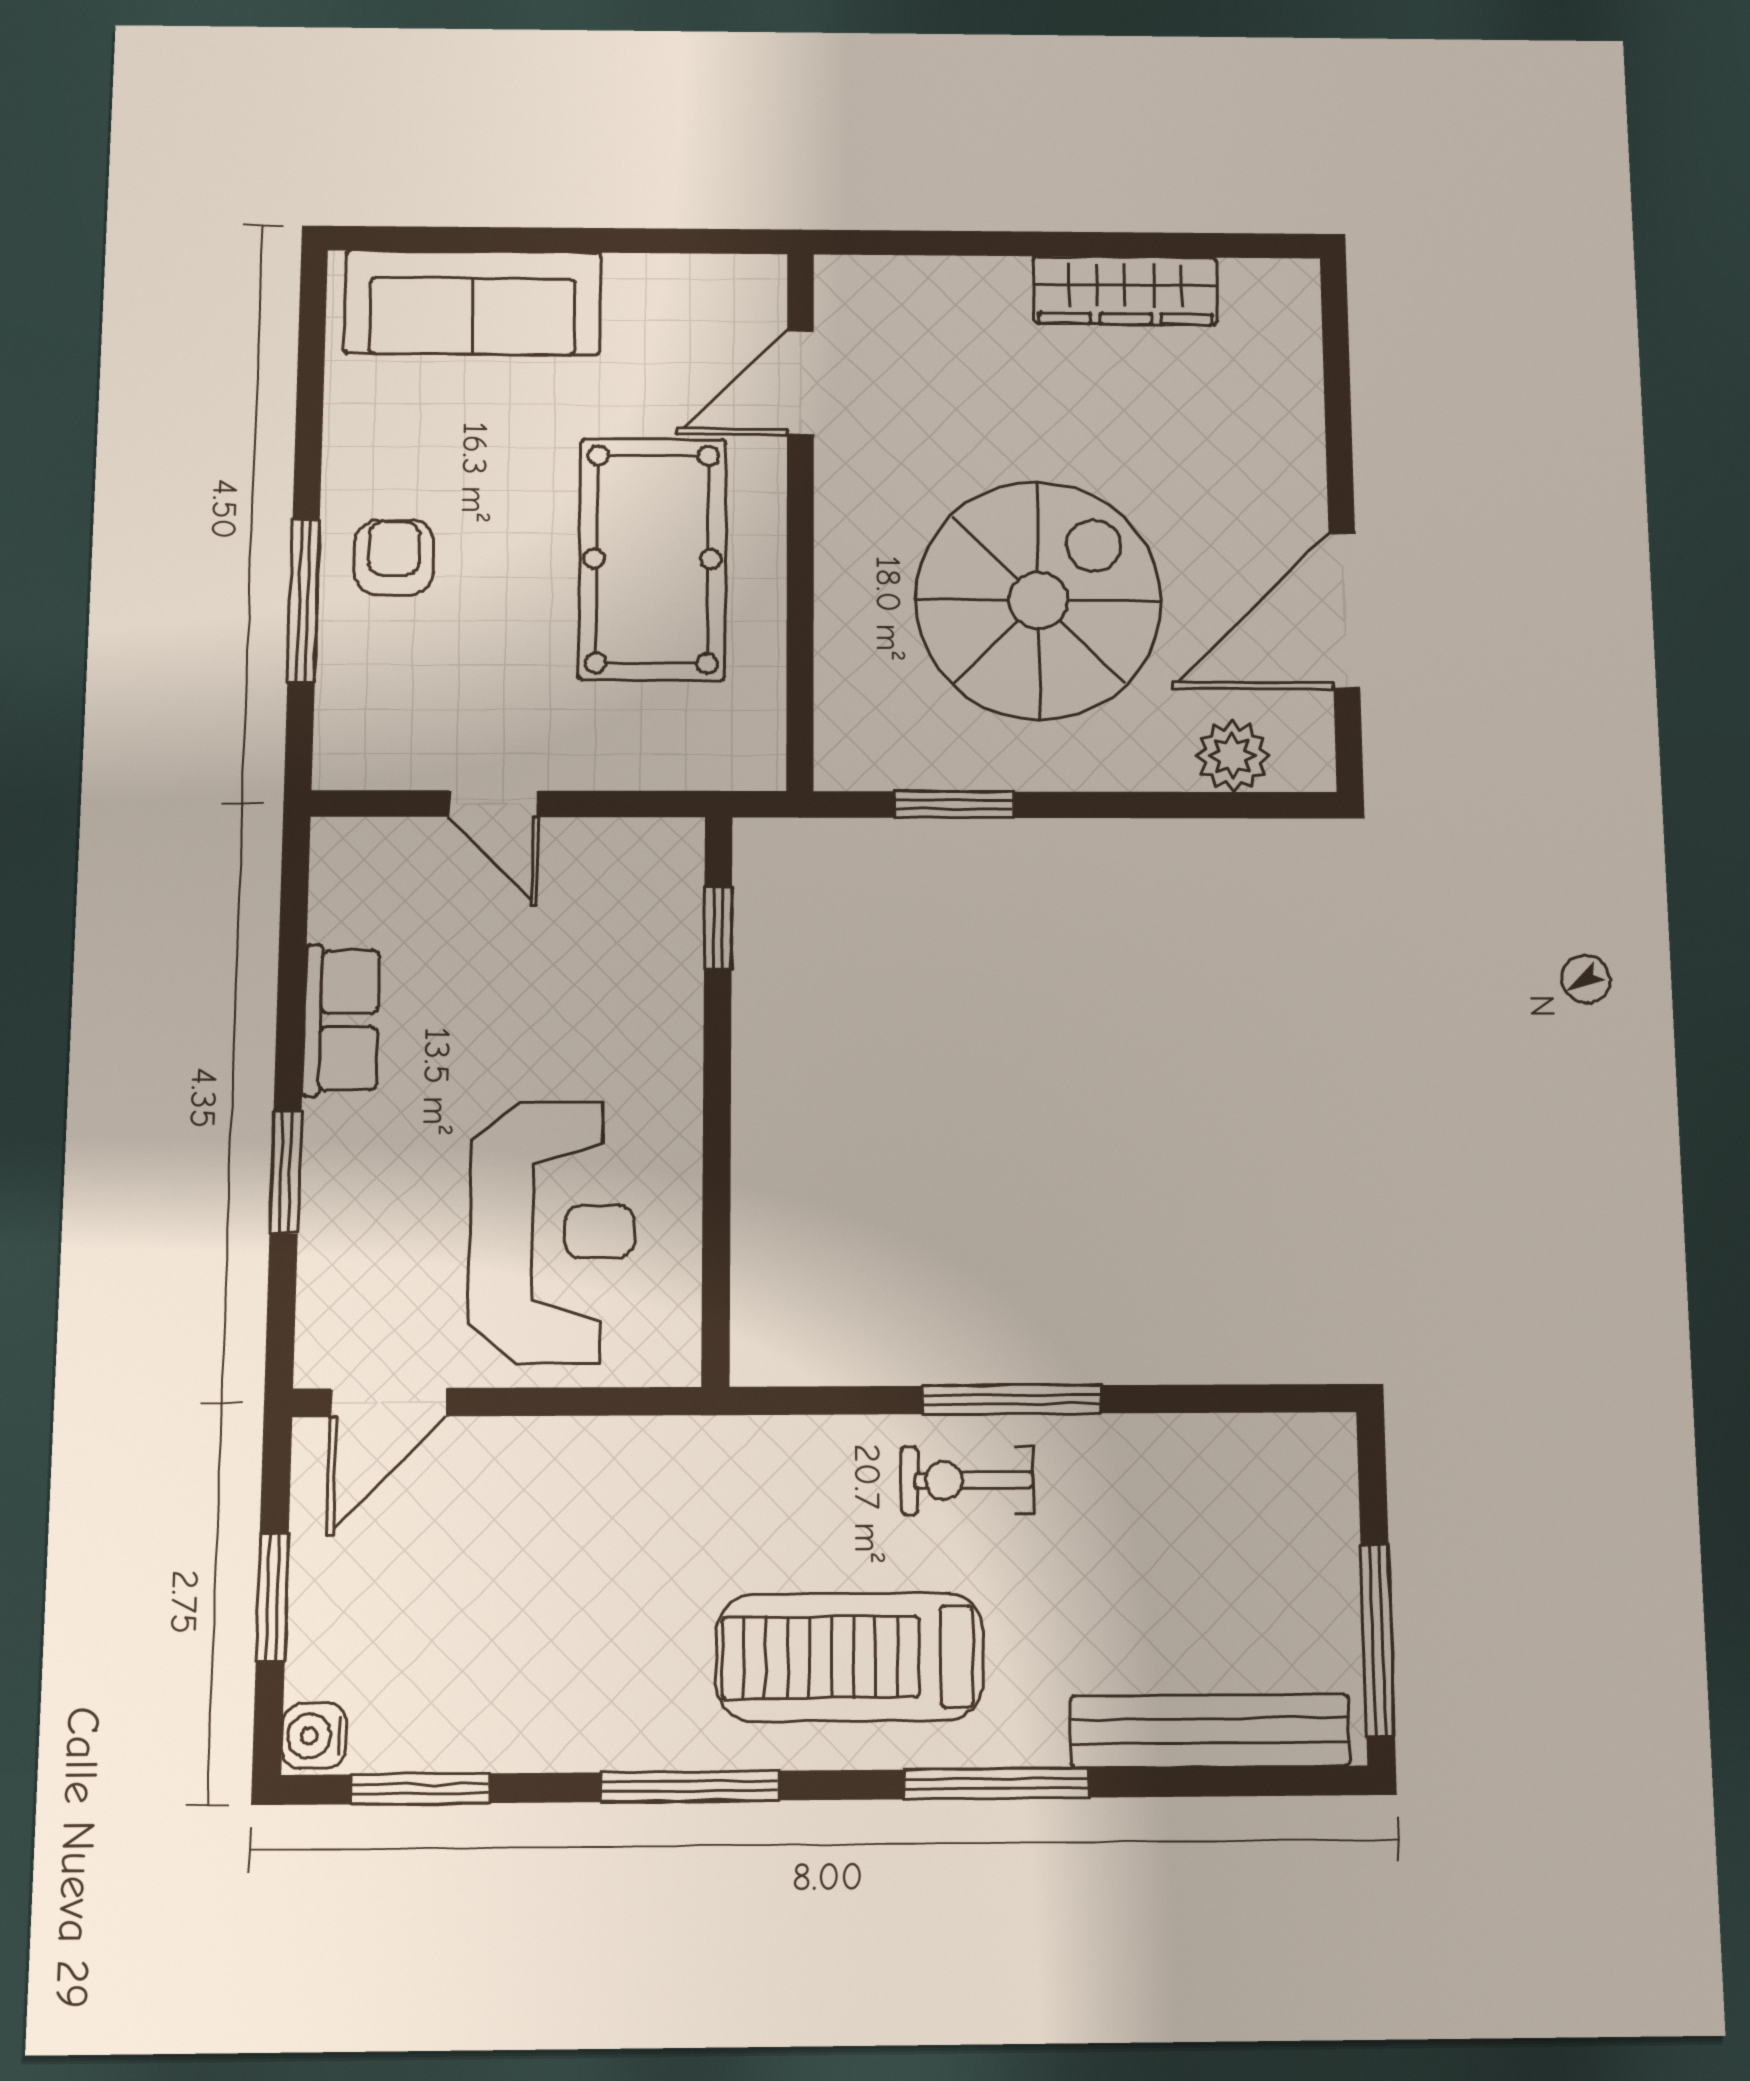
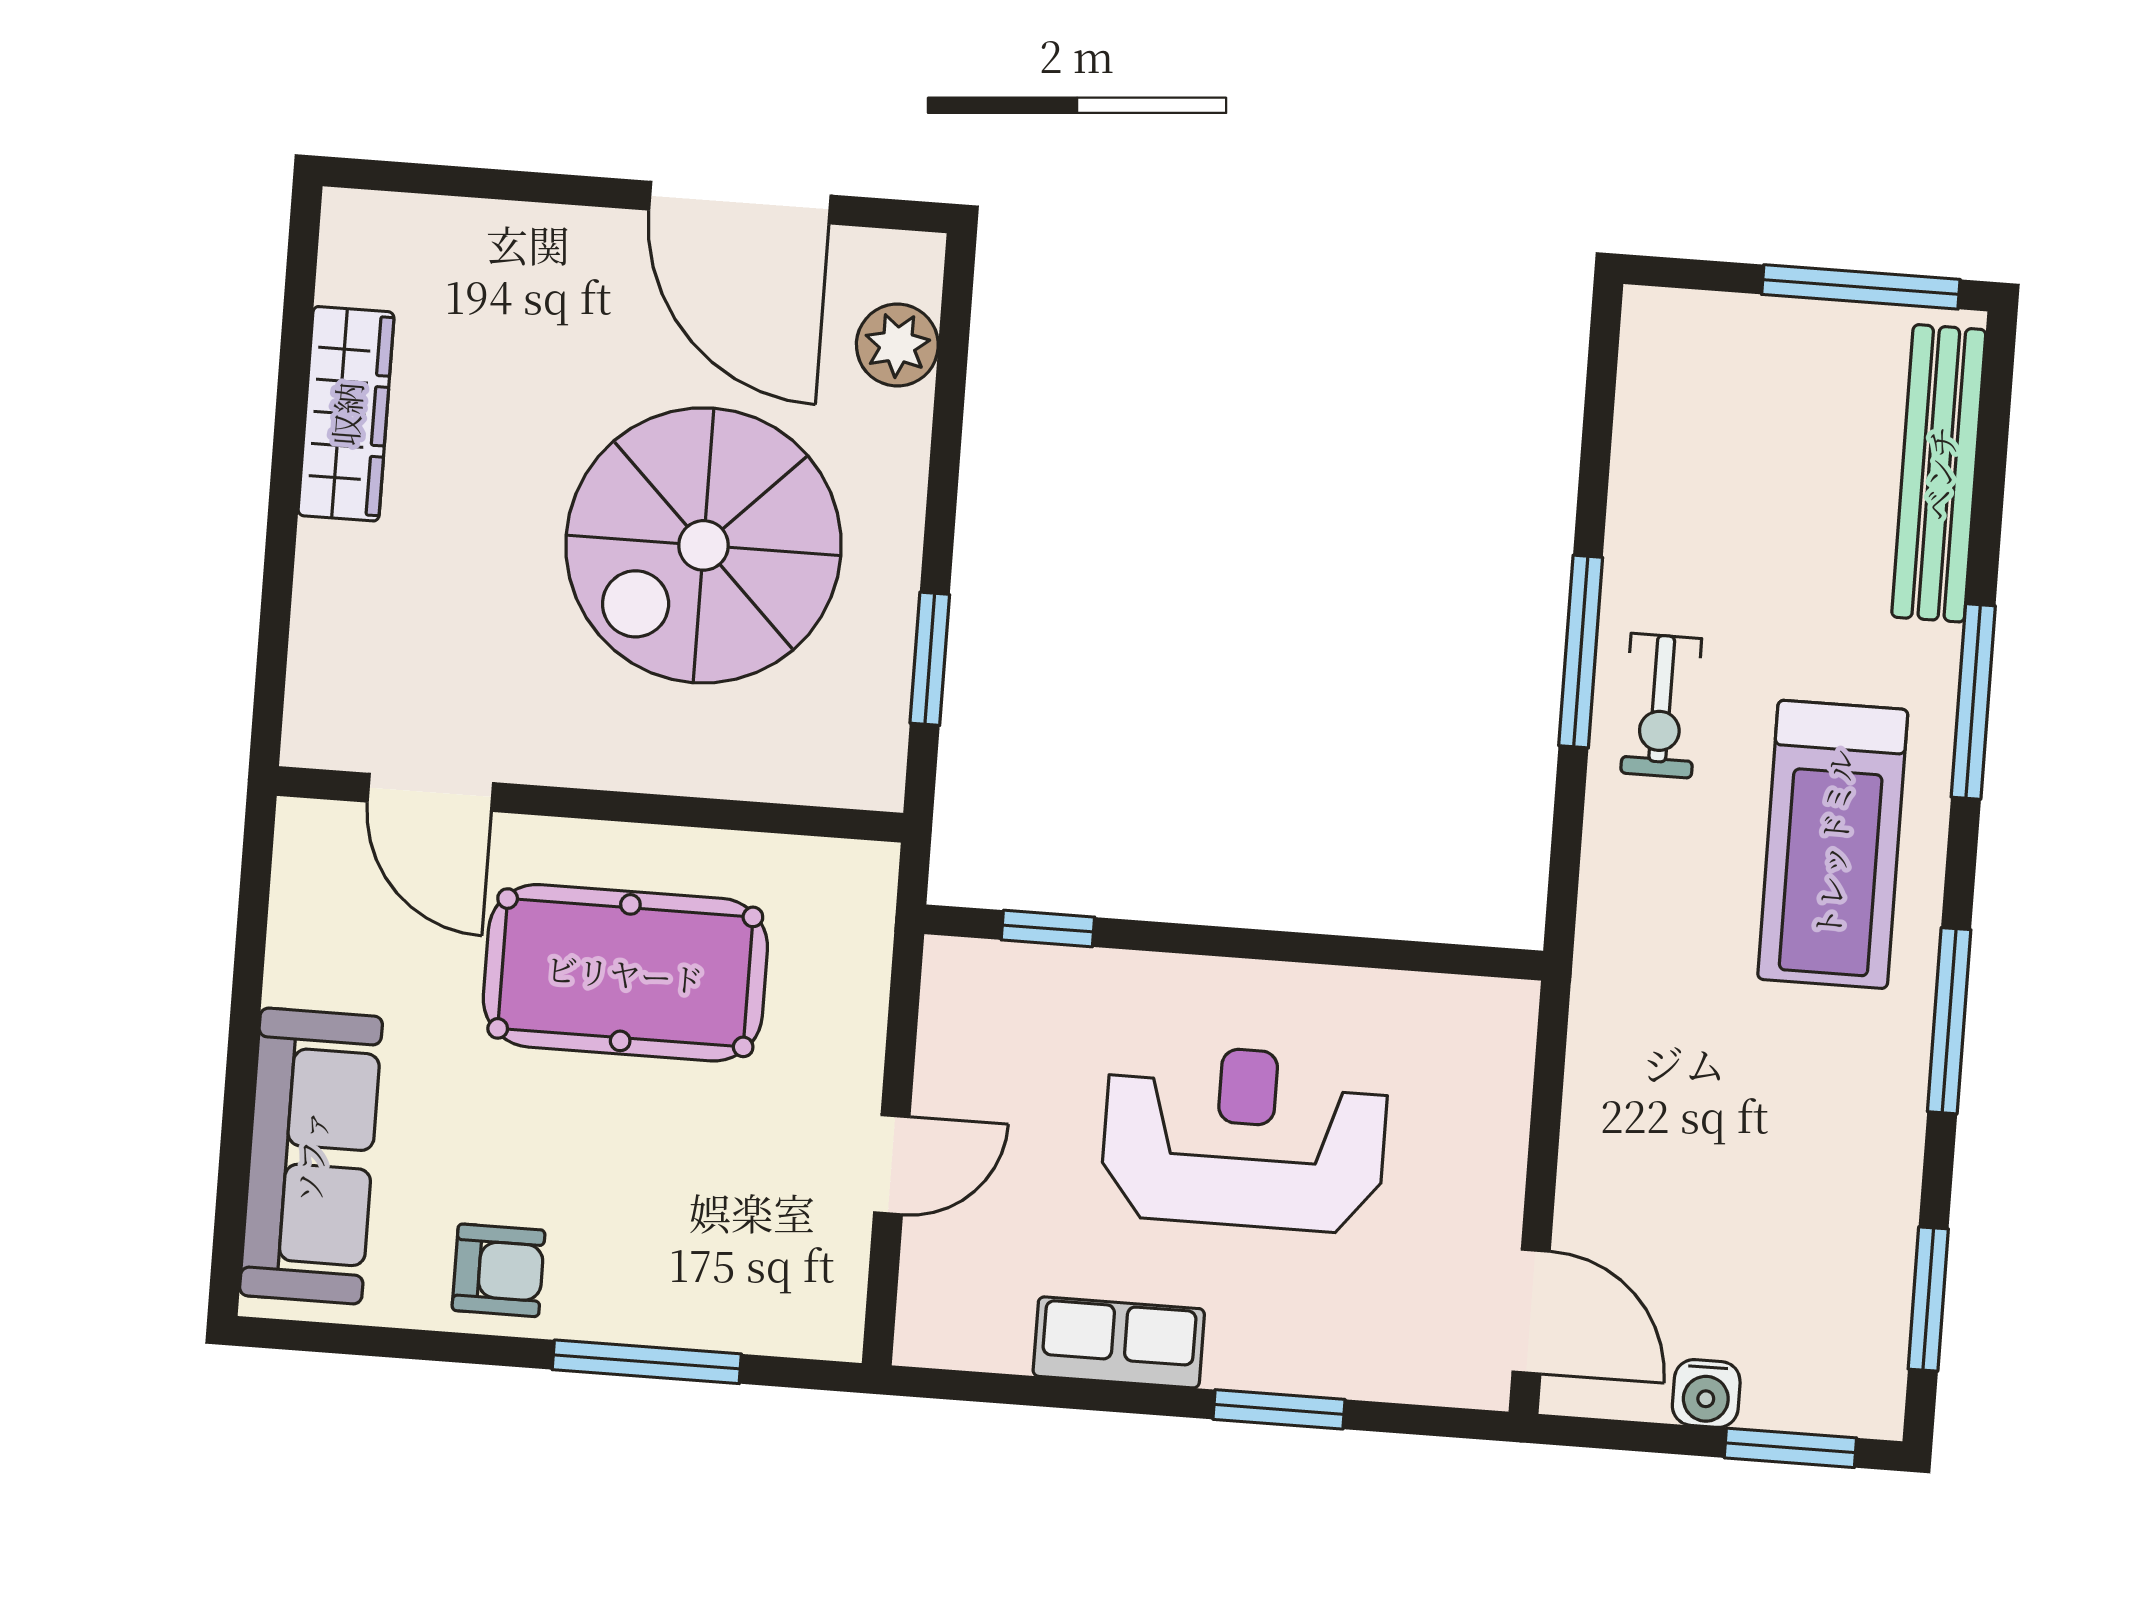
armchair: (394, 557) -> (498, 1270), moved, turned 180
spiral stairs: (1038, 600) -> (704, 545), turned -90
reception desk: (552, 1232) -> (1244, 1138), moved
window: (272, 1597) -> (1790, 1448), moved
water cooler: (314, 1736) -> (1706, 1394), moved

